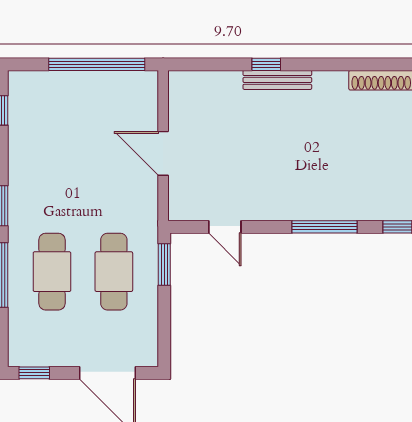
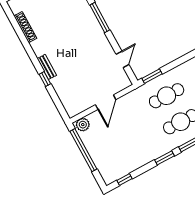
bench: (277, 80) -> (47, 67), width x0.73
plant: (144, 89) -> (83, 125), added

